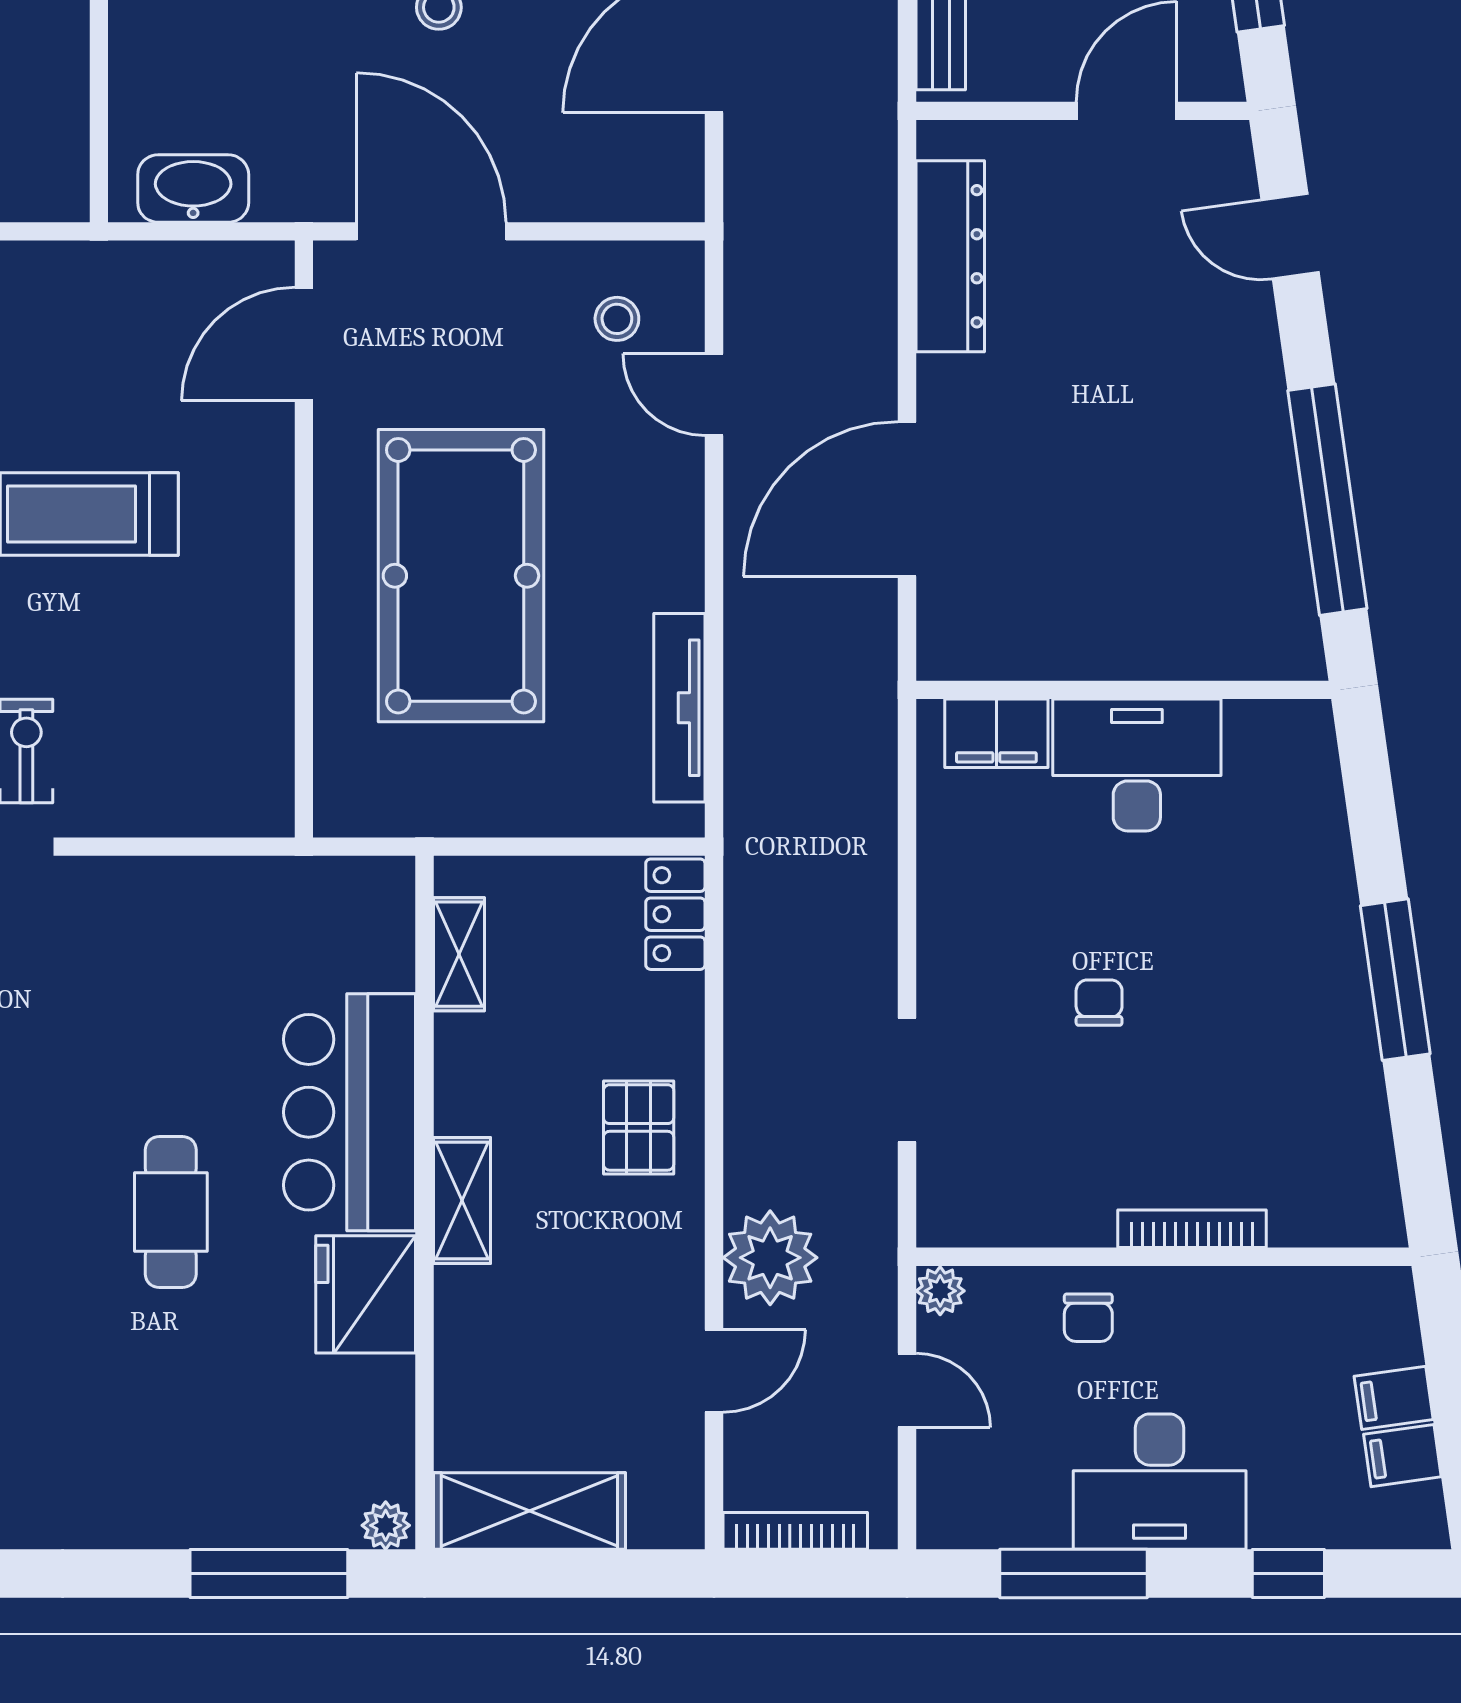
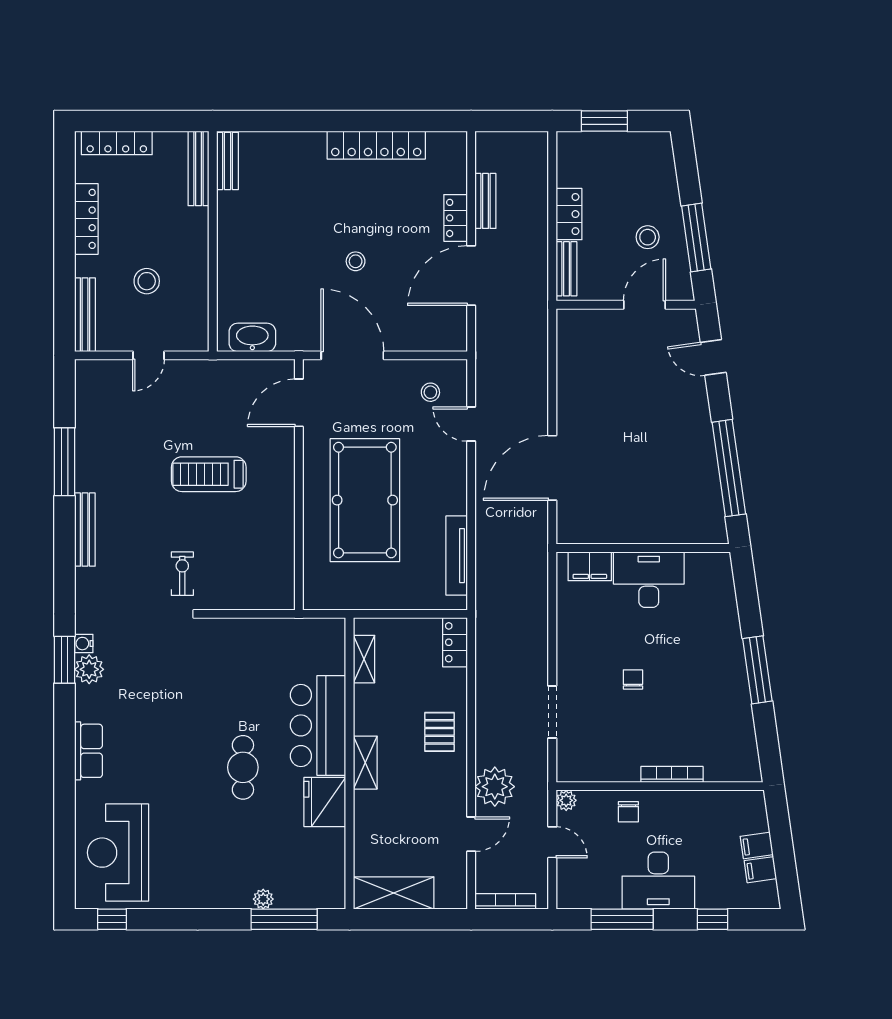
dresser: (950, 256) -> (570, 366), removed
plant: (386, 1525) -> (263, 899), moved

